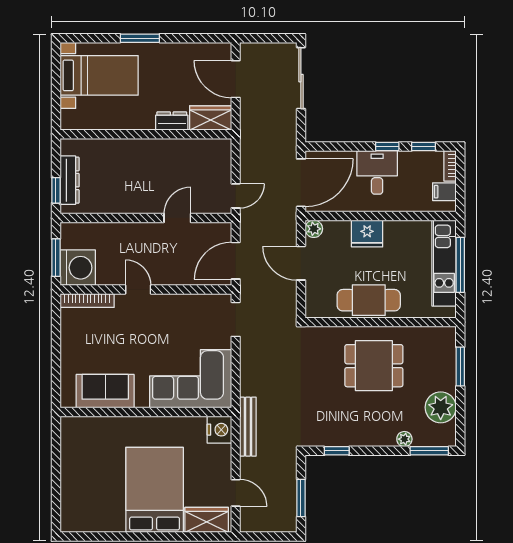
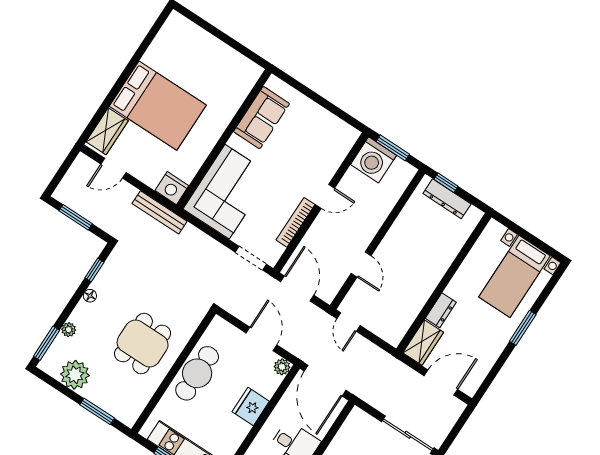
door: (301, 263) -> (261, 339), hinge flipped
bookcase: (87, 300) -> (296, 222), moved
floor lamp: (362, 440) -> (90, 296), added

